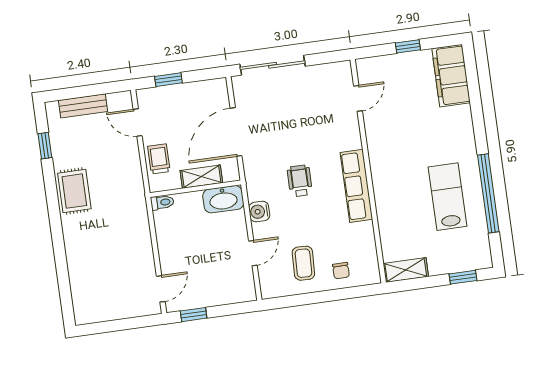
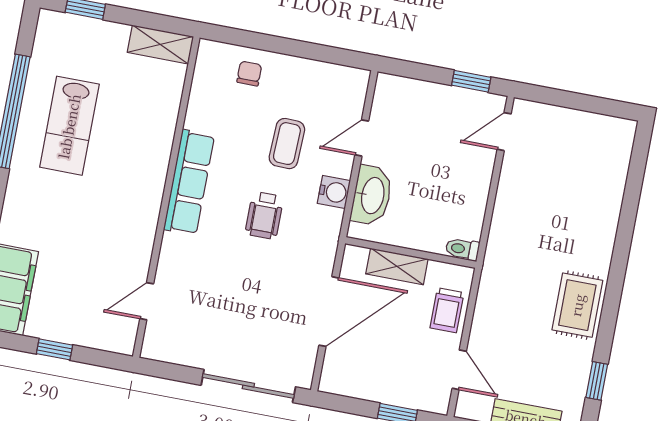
washbasin: (223, 199) -> (372, 195), moved, turned 90
coffee table: (303, 263) -> (287, 144), moved

